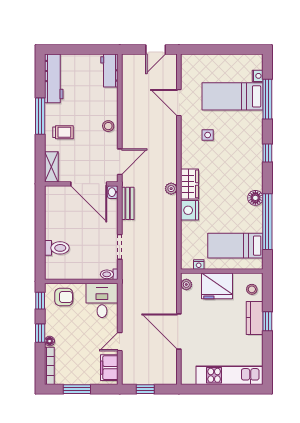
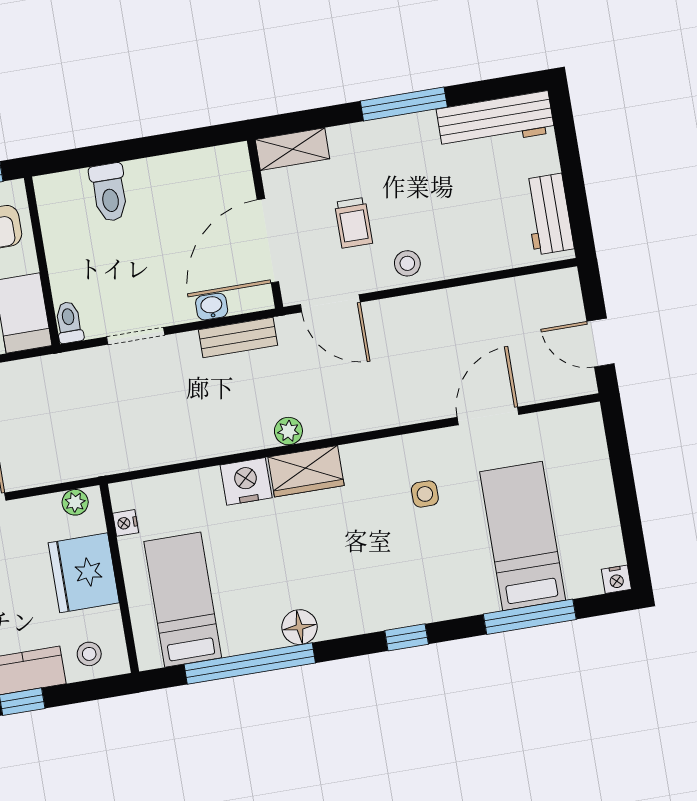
workbench: (109, 70) -> (548, 214), moved, turned -90
nightstand: (258, 76) -> (616, 579), moved
trolley: (63, 132) -> (353, 223), moved
washbasin: (113, 192) -> (212, 307), moved

